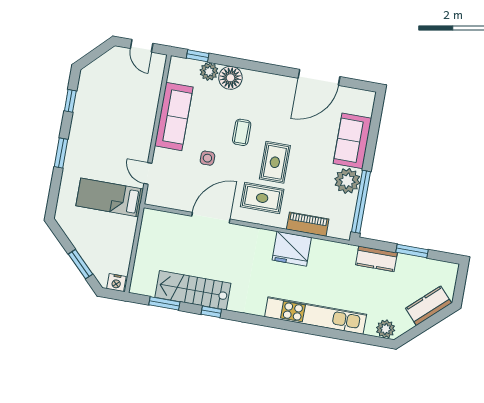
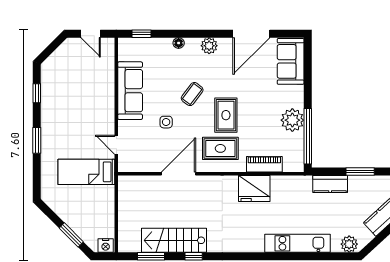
plant: (209, 71) -> (209, 46), moved
floor lamp: (230, 78) -> (179, 43), width x0.53, depth x0.53
coffee table: (242, 132) -> (192, 94), turned 37
sofa: (352, 141) -> (291, 61), moved
kitchen unit: (316, 316) -> (297, 243), width x0.73

